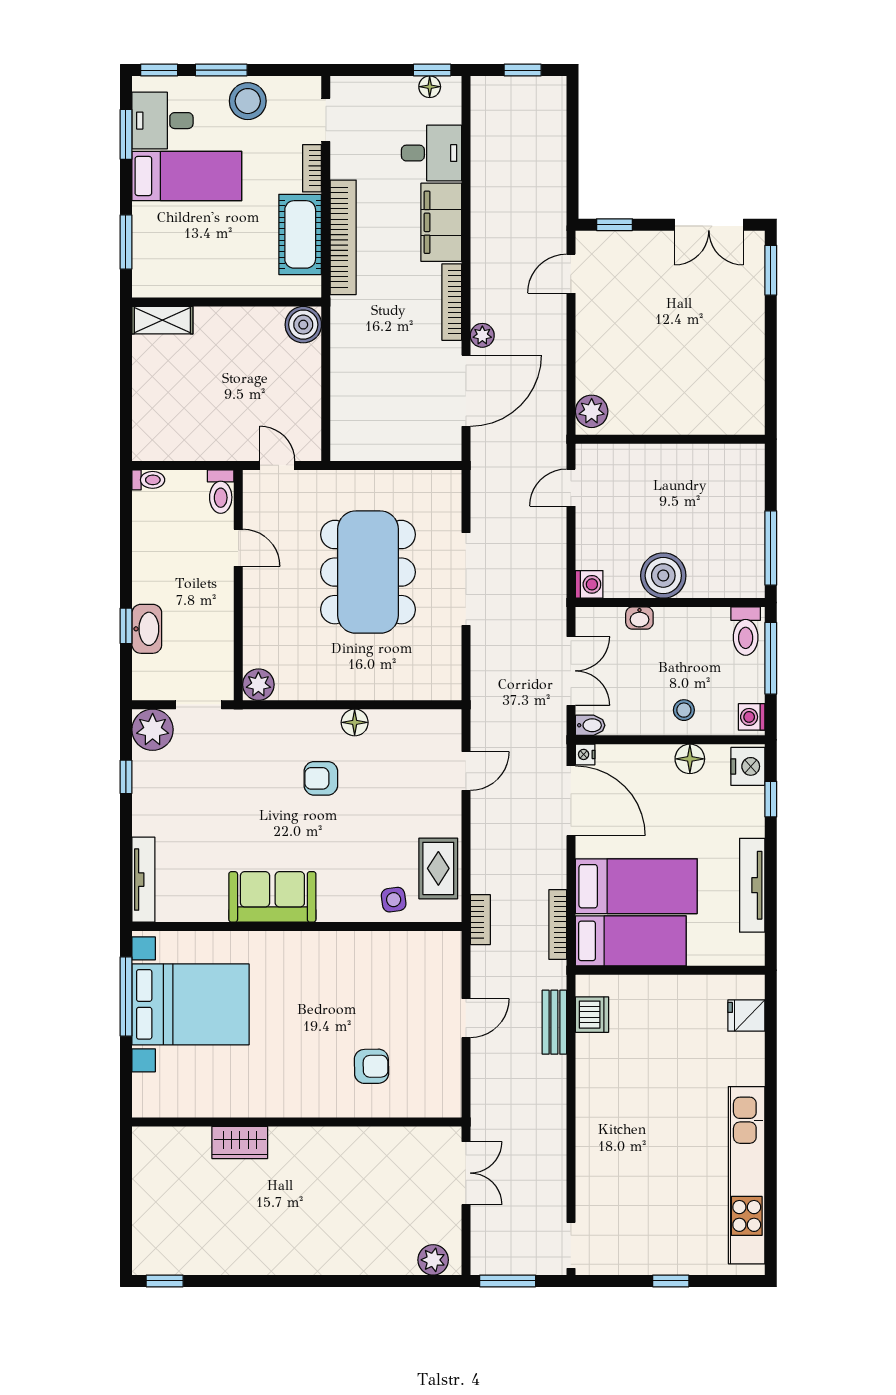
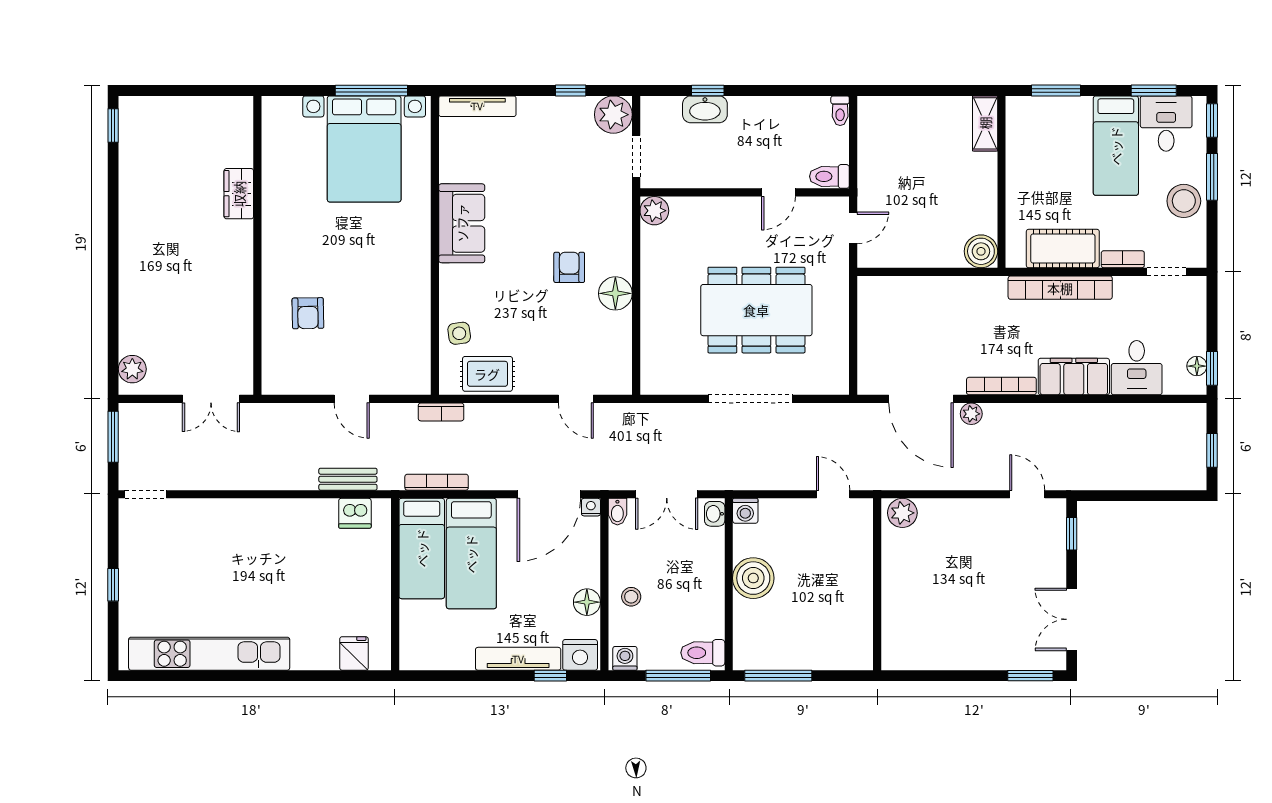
washbasin: (639, 618) -> (715, 514), moved
floor lamp: (355, 722) -> (615, 293), width x1.38, depth x1.38
tv unit: (752, 885) -> (518, 659), moved

